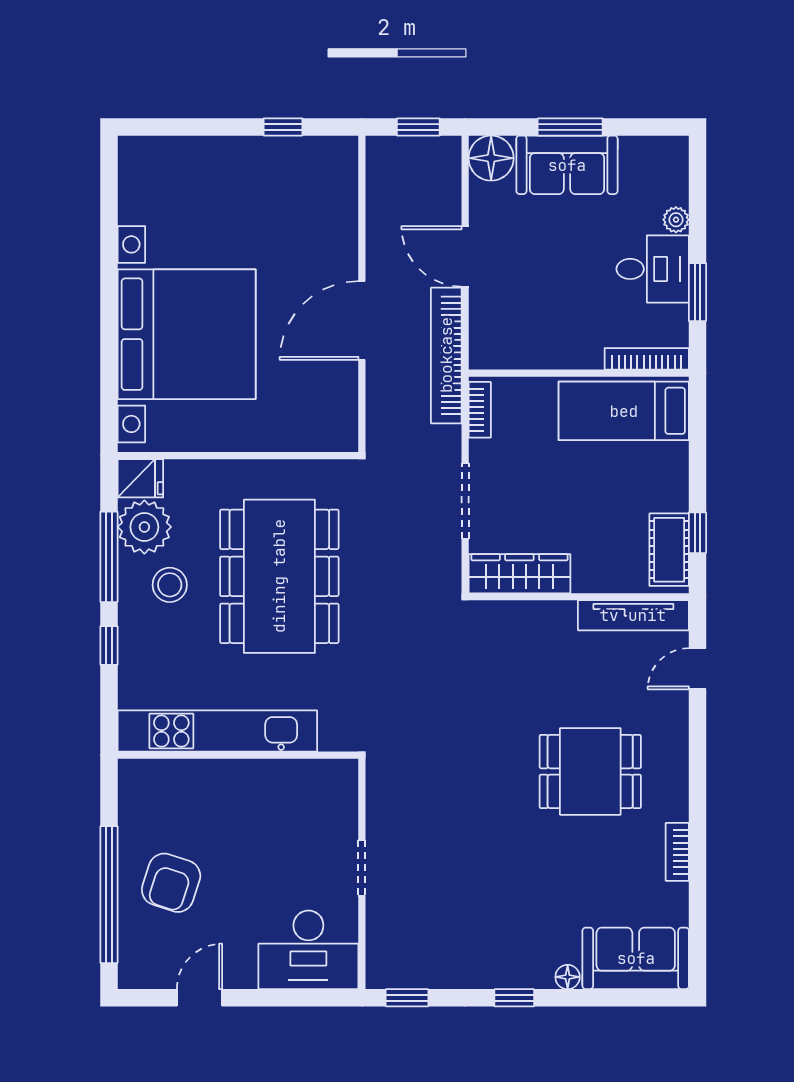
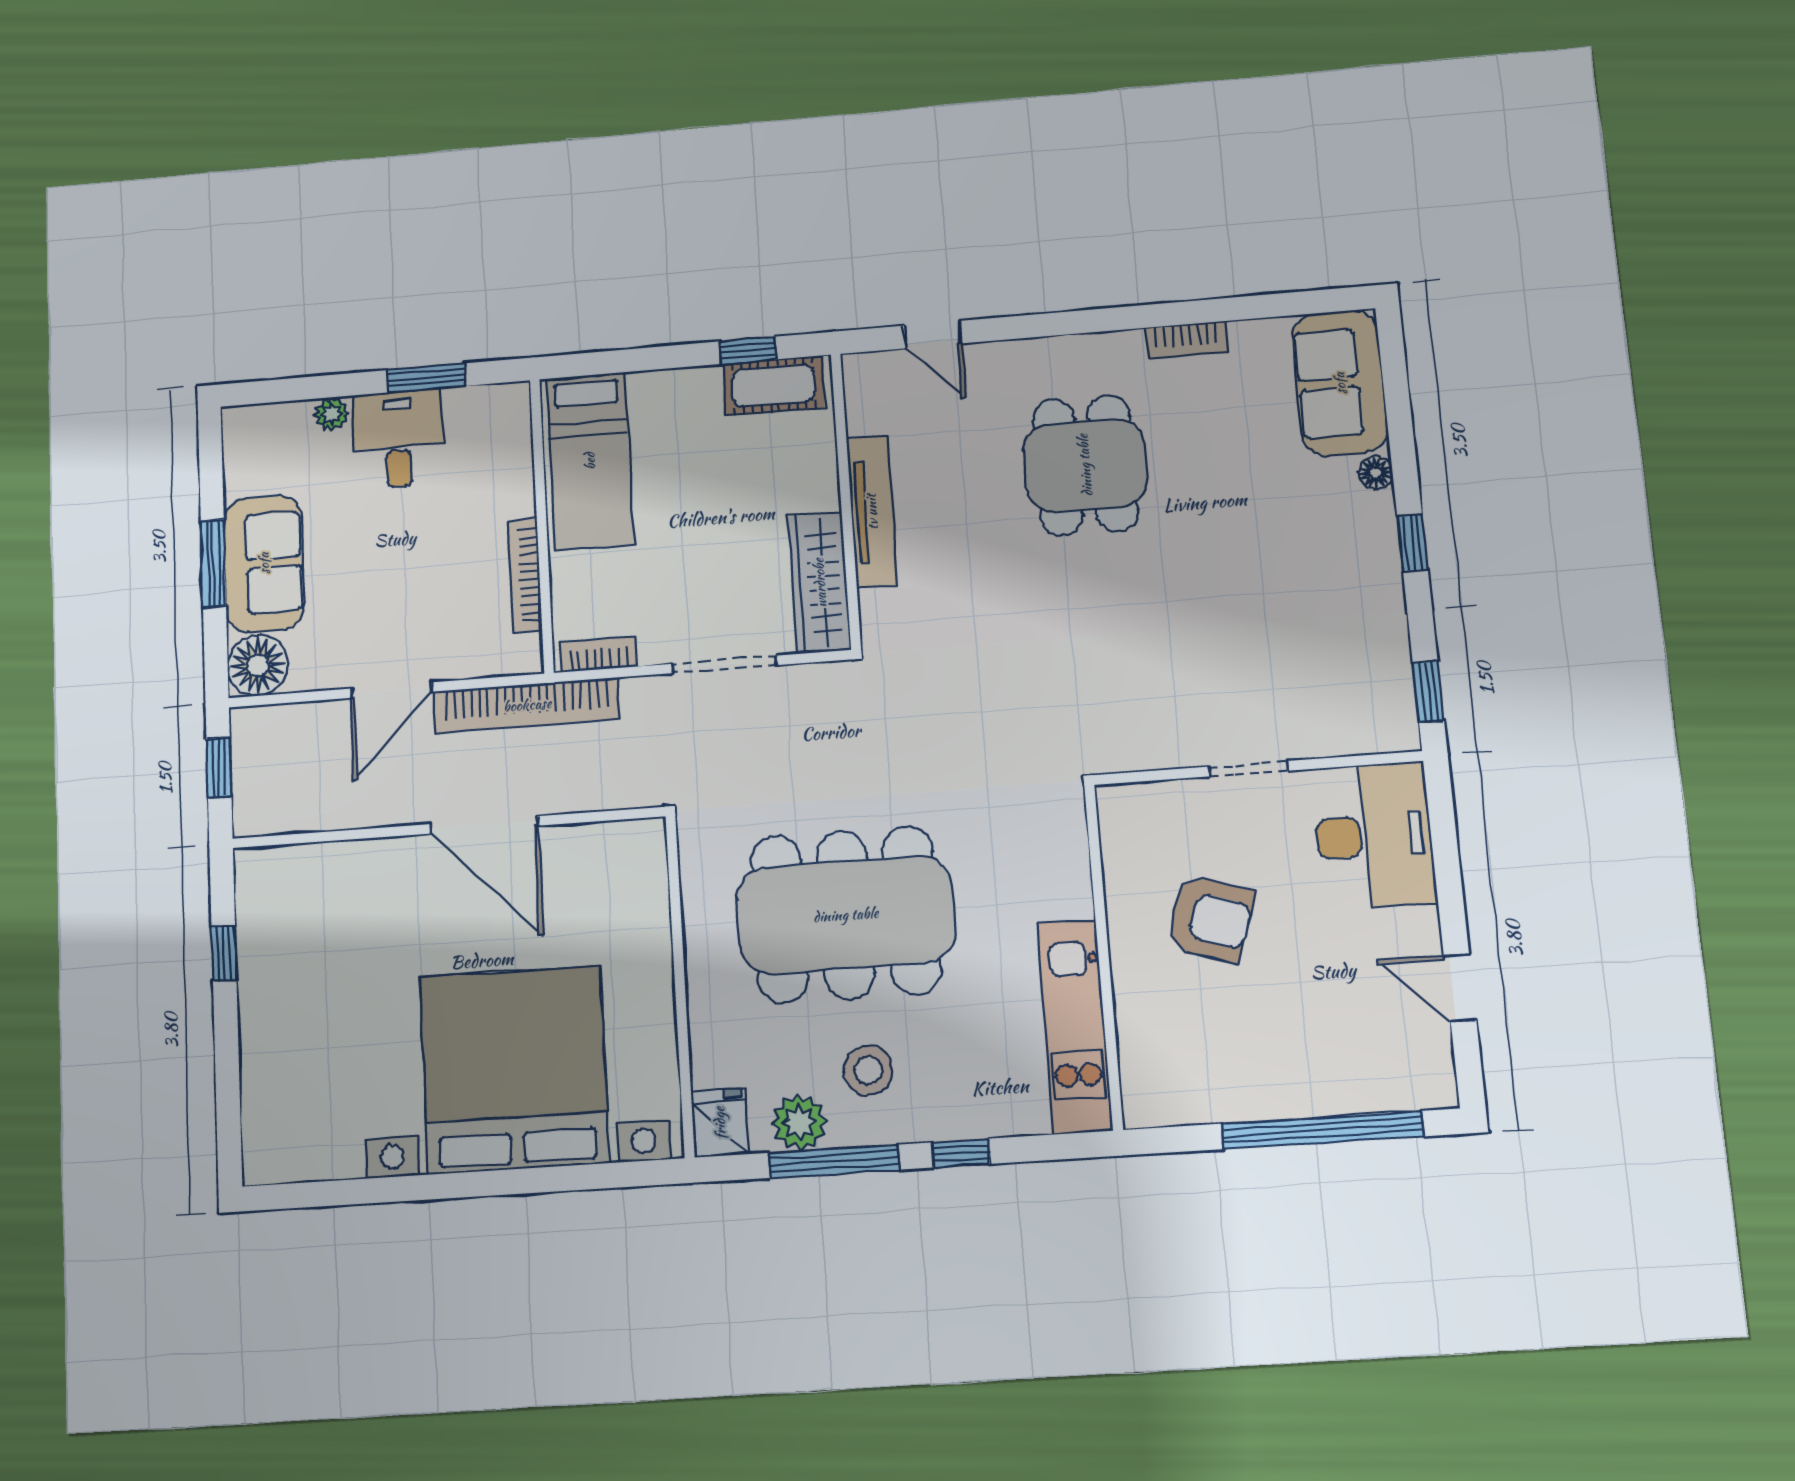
bookcase: (647, 359) -> (525, 576), moved
plant: (144, 527) -> (799, 1122), width x0.73, depth x0.73
tv unit: (633, 615) -> (872, 512), moved
kitchen unit: (217, 731) -> (1075, 1026), width x0.73
armchair: (171, 883) -> (1210, 919), moved

